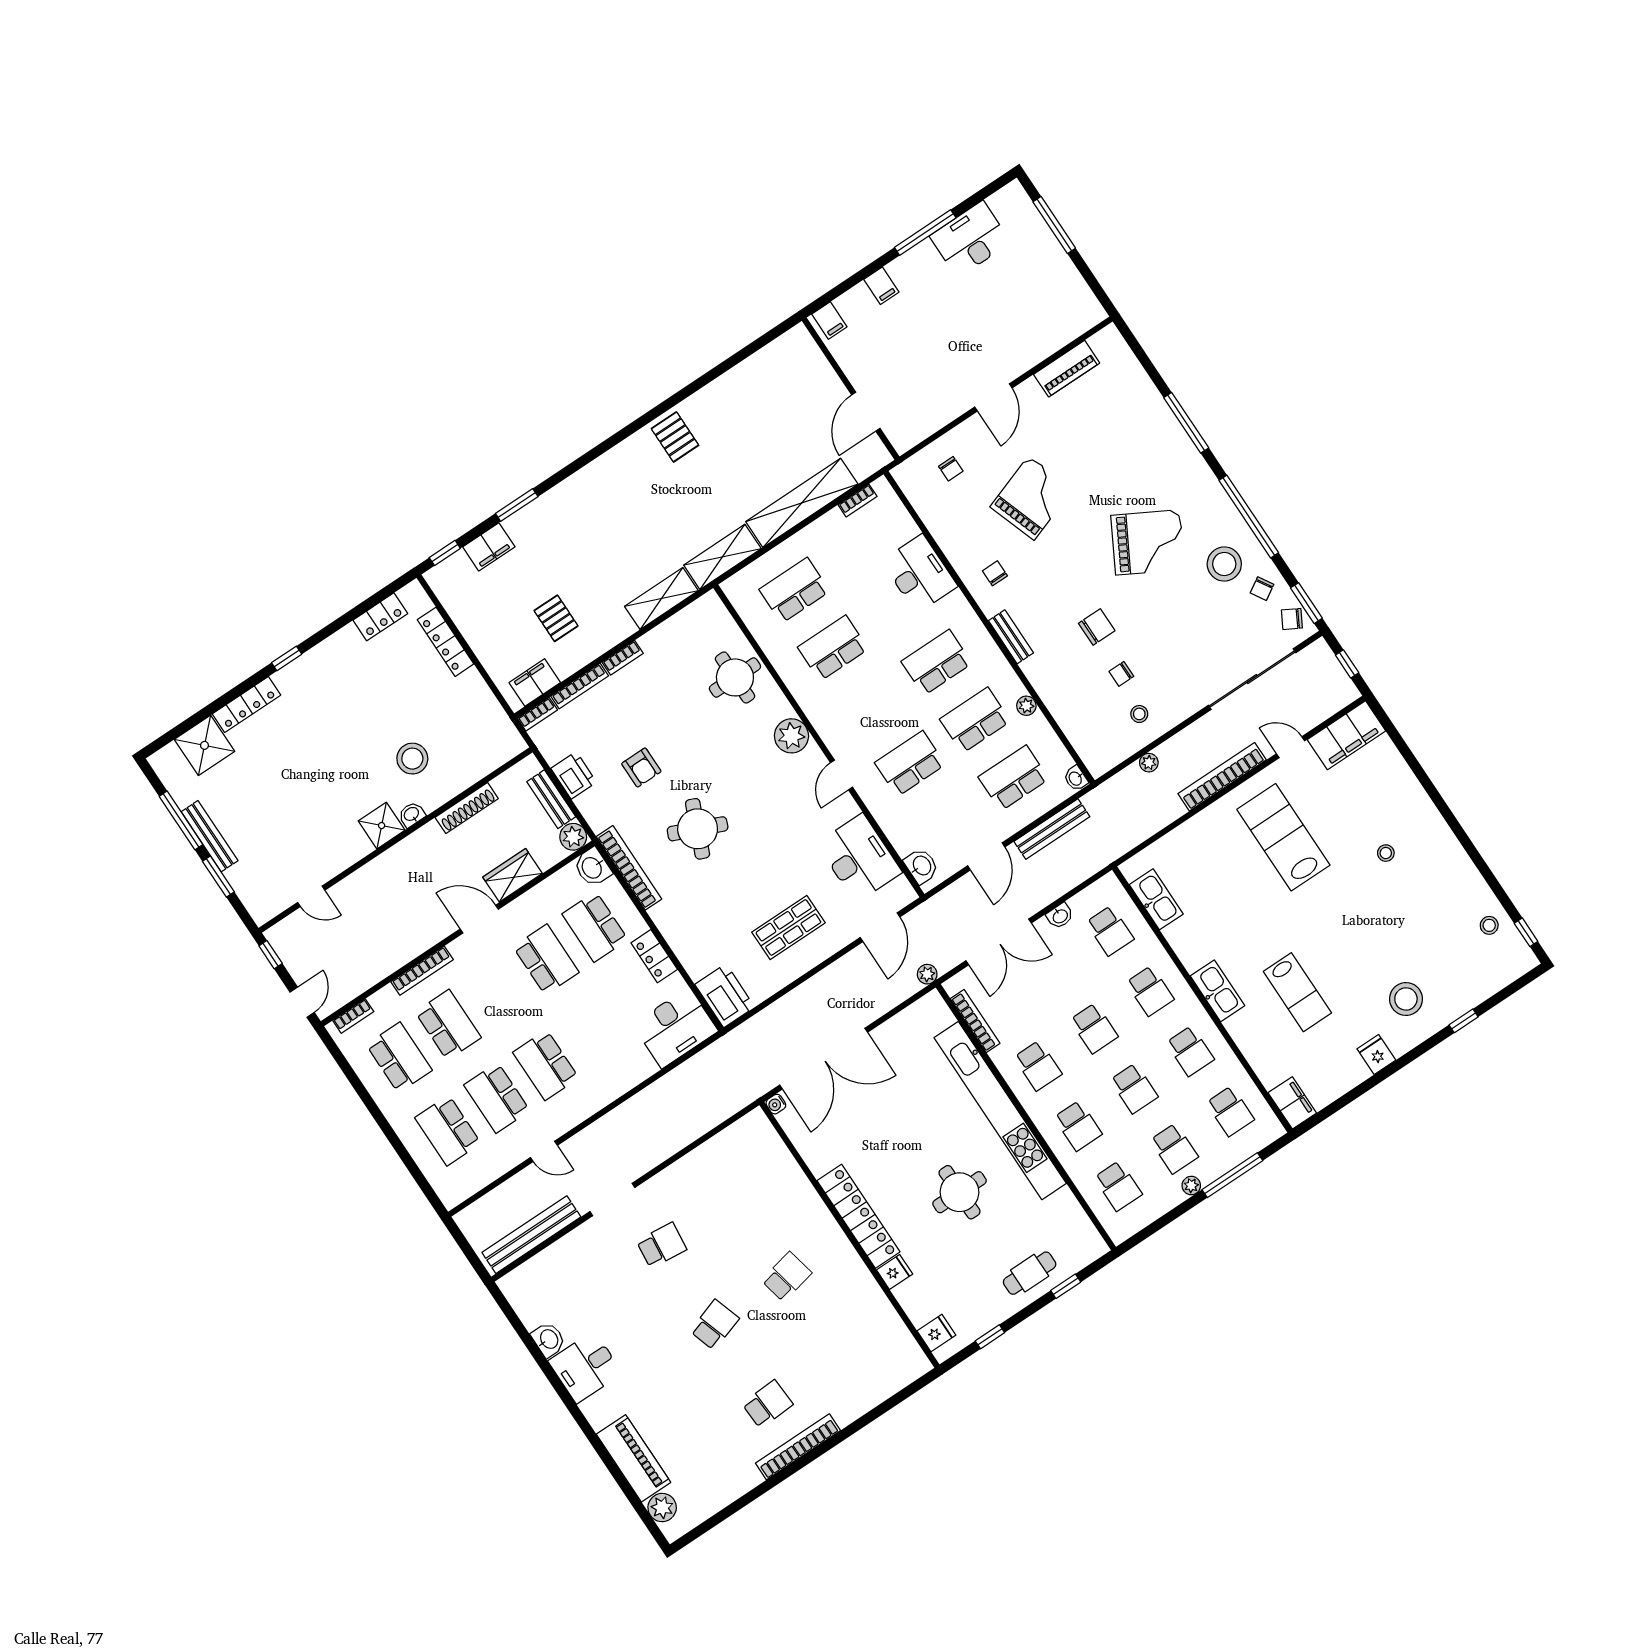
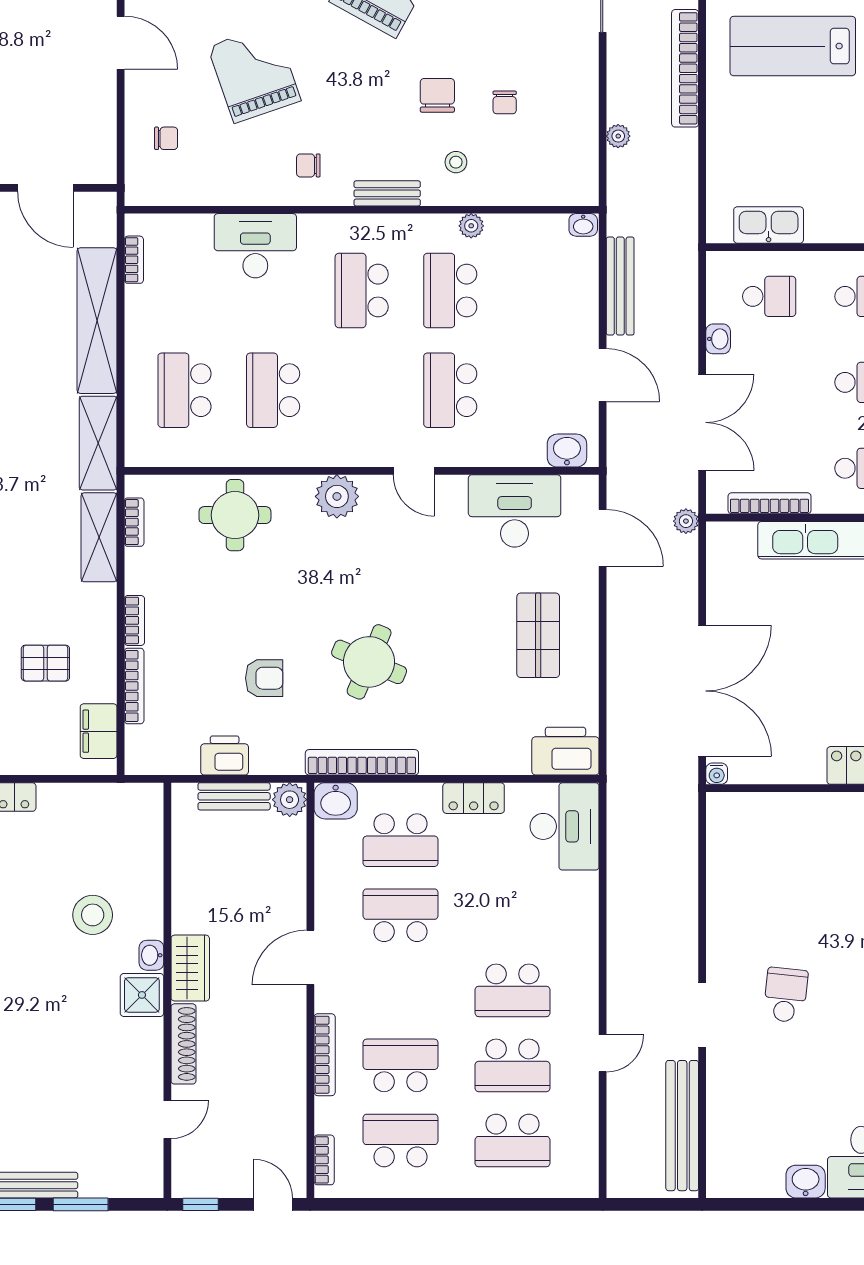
bookcase: (537, 714) -> (134, 522), moved
stool: (1139, 714) -> (456, 162), moved
school desk: (1014, 778) -> (539, 291), removed
shoe rack: (467, 808) -> (183, 1044), moved
wardrobe: (513, 875) -> (190, 968), moved, turned 180

